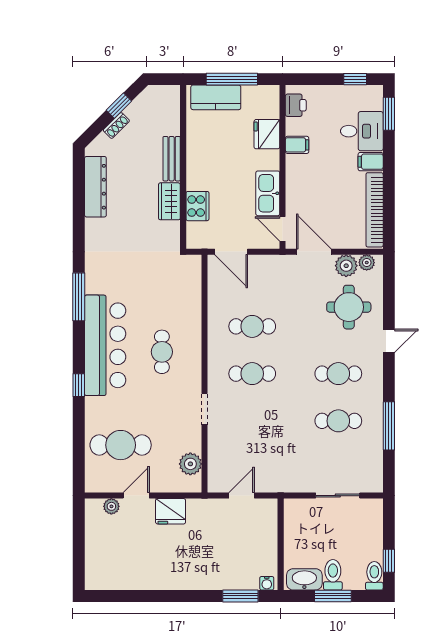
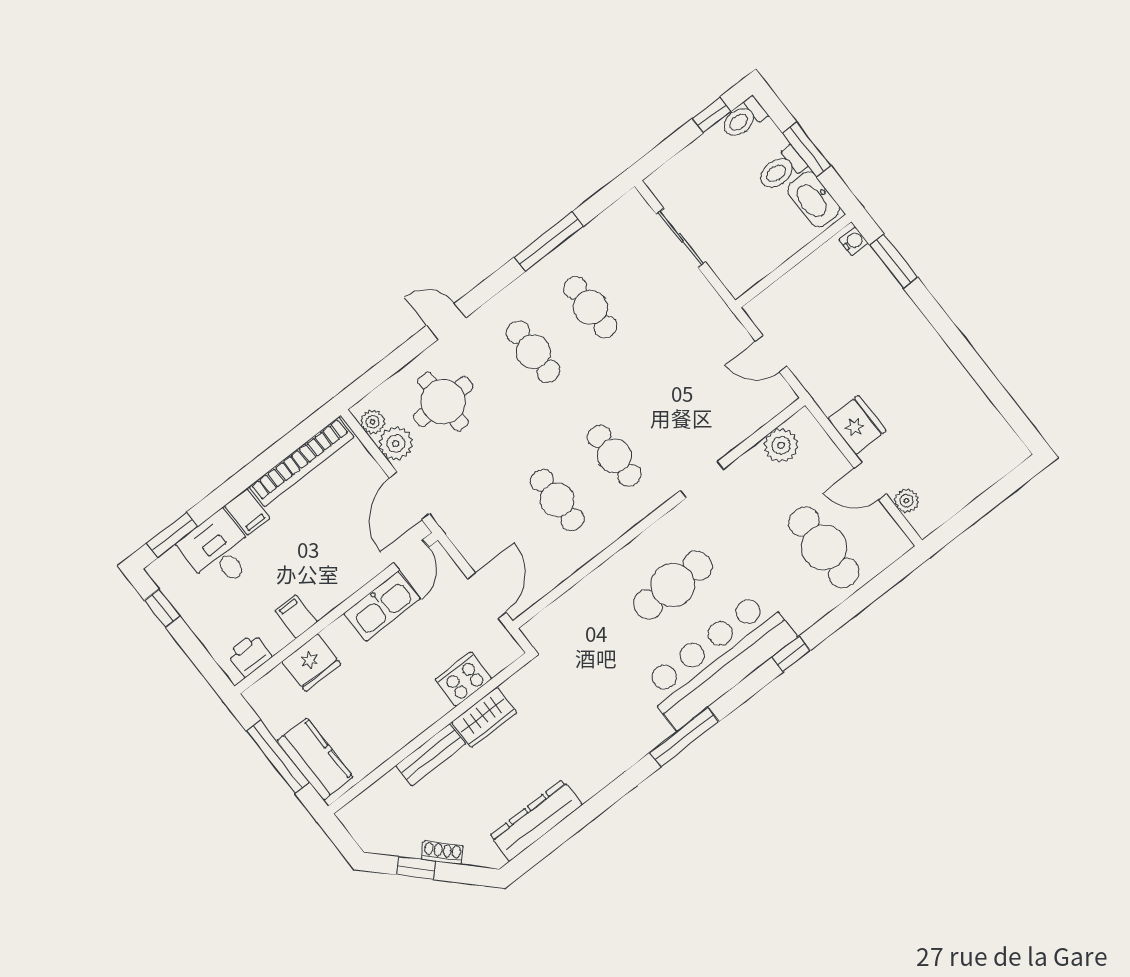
cafe table: (162, 352) -> (673, 585), width x1.37, depth x1.35

